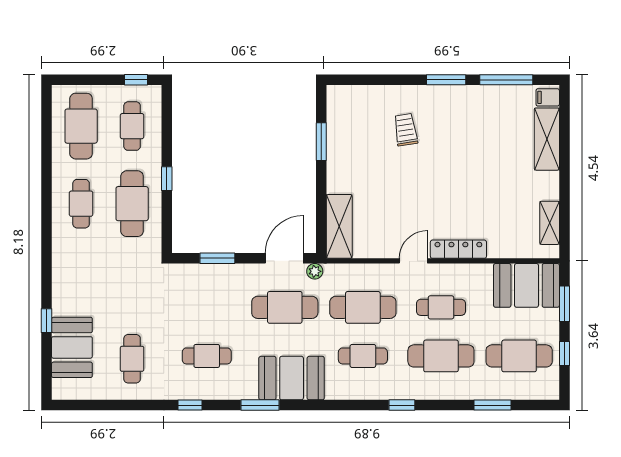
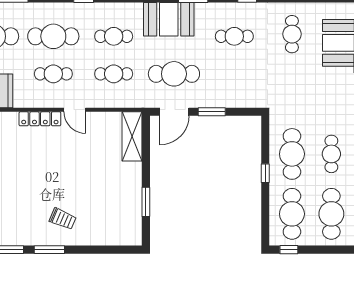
cafe table: (132, 126) -> (292, 214), width x1.37, depth x1.35
trolley: (406, 130) -> (63, 219), moved, turned -58
window: (217, 258) -> (212, 112), moved
door: (413, 261) -> (75, 110), hinge flipped
plant: (315, 271) -> (151, 102), removed
cafe table: (363, 307) -> (114, 74), width x0.73, depth x0.74

